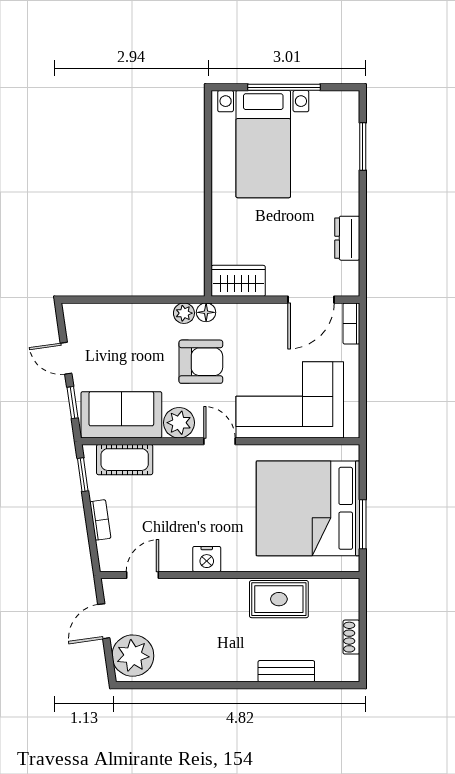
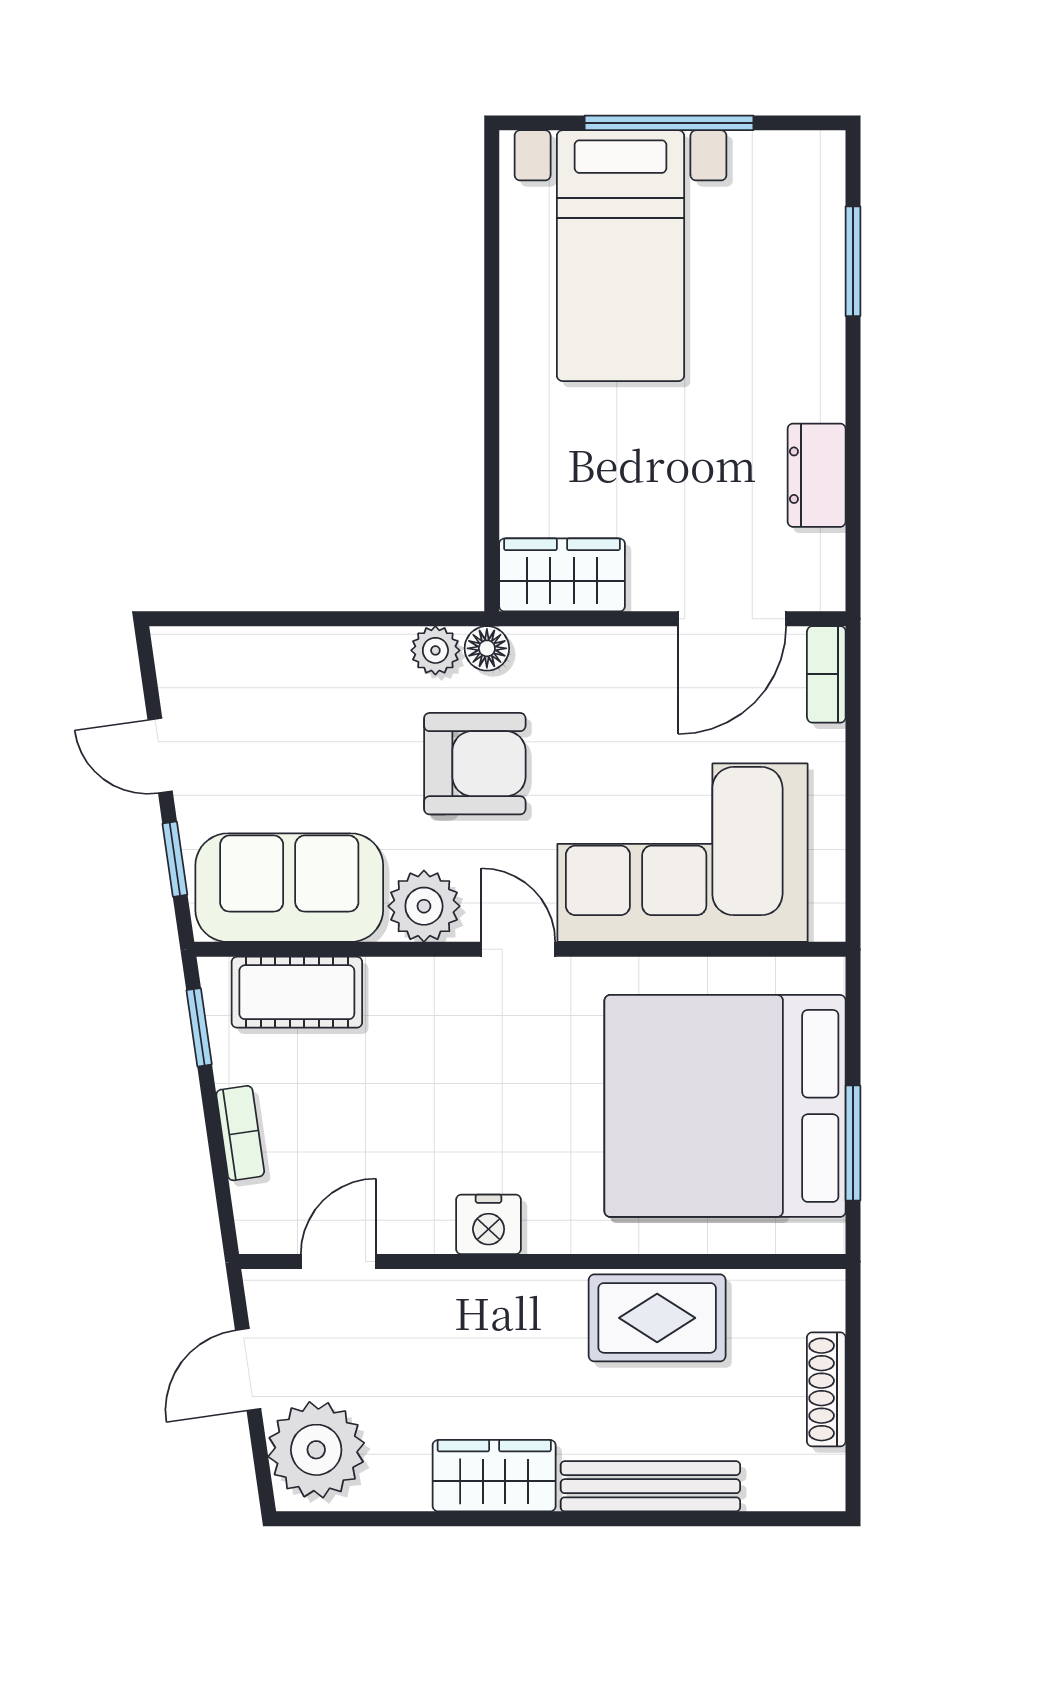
shoe rack: (351, 637) -> (826, 1389), width x1.43
wardrobe: (209, 667) -> (494, 1476), added
bench: (286, 671) -> (650, 1486), width x1.36

